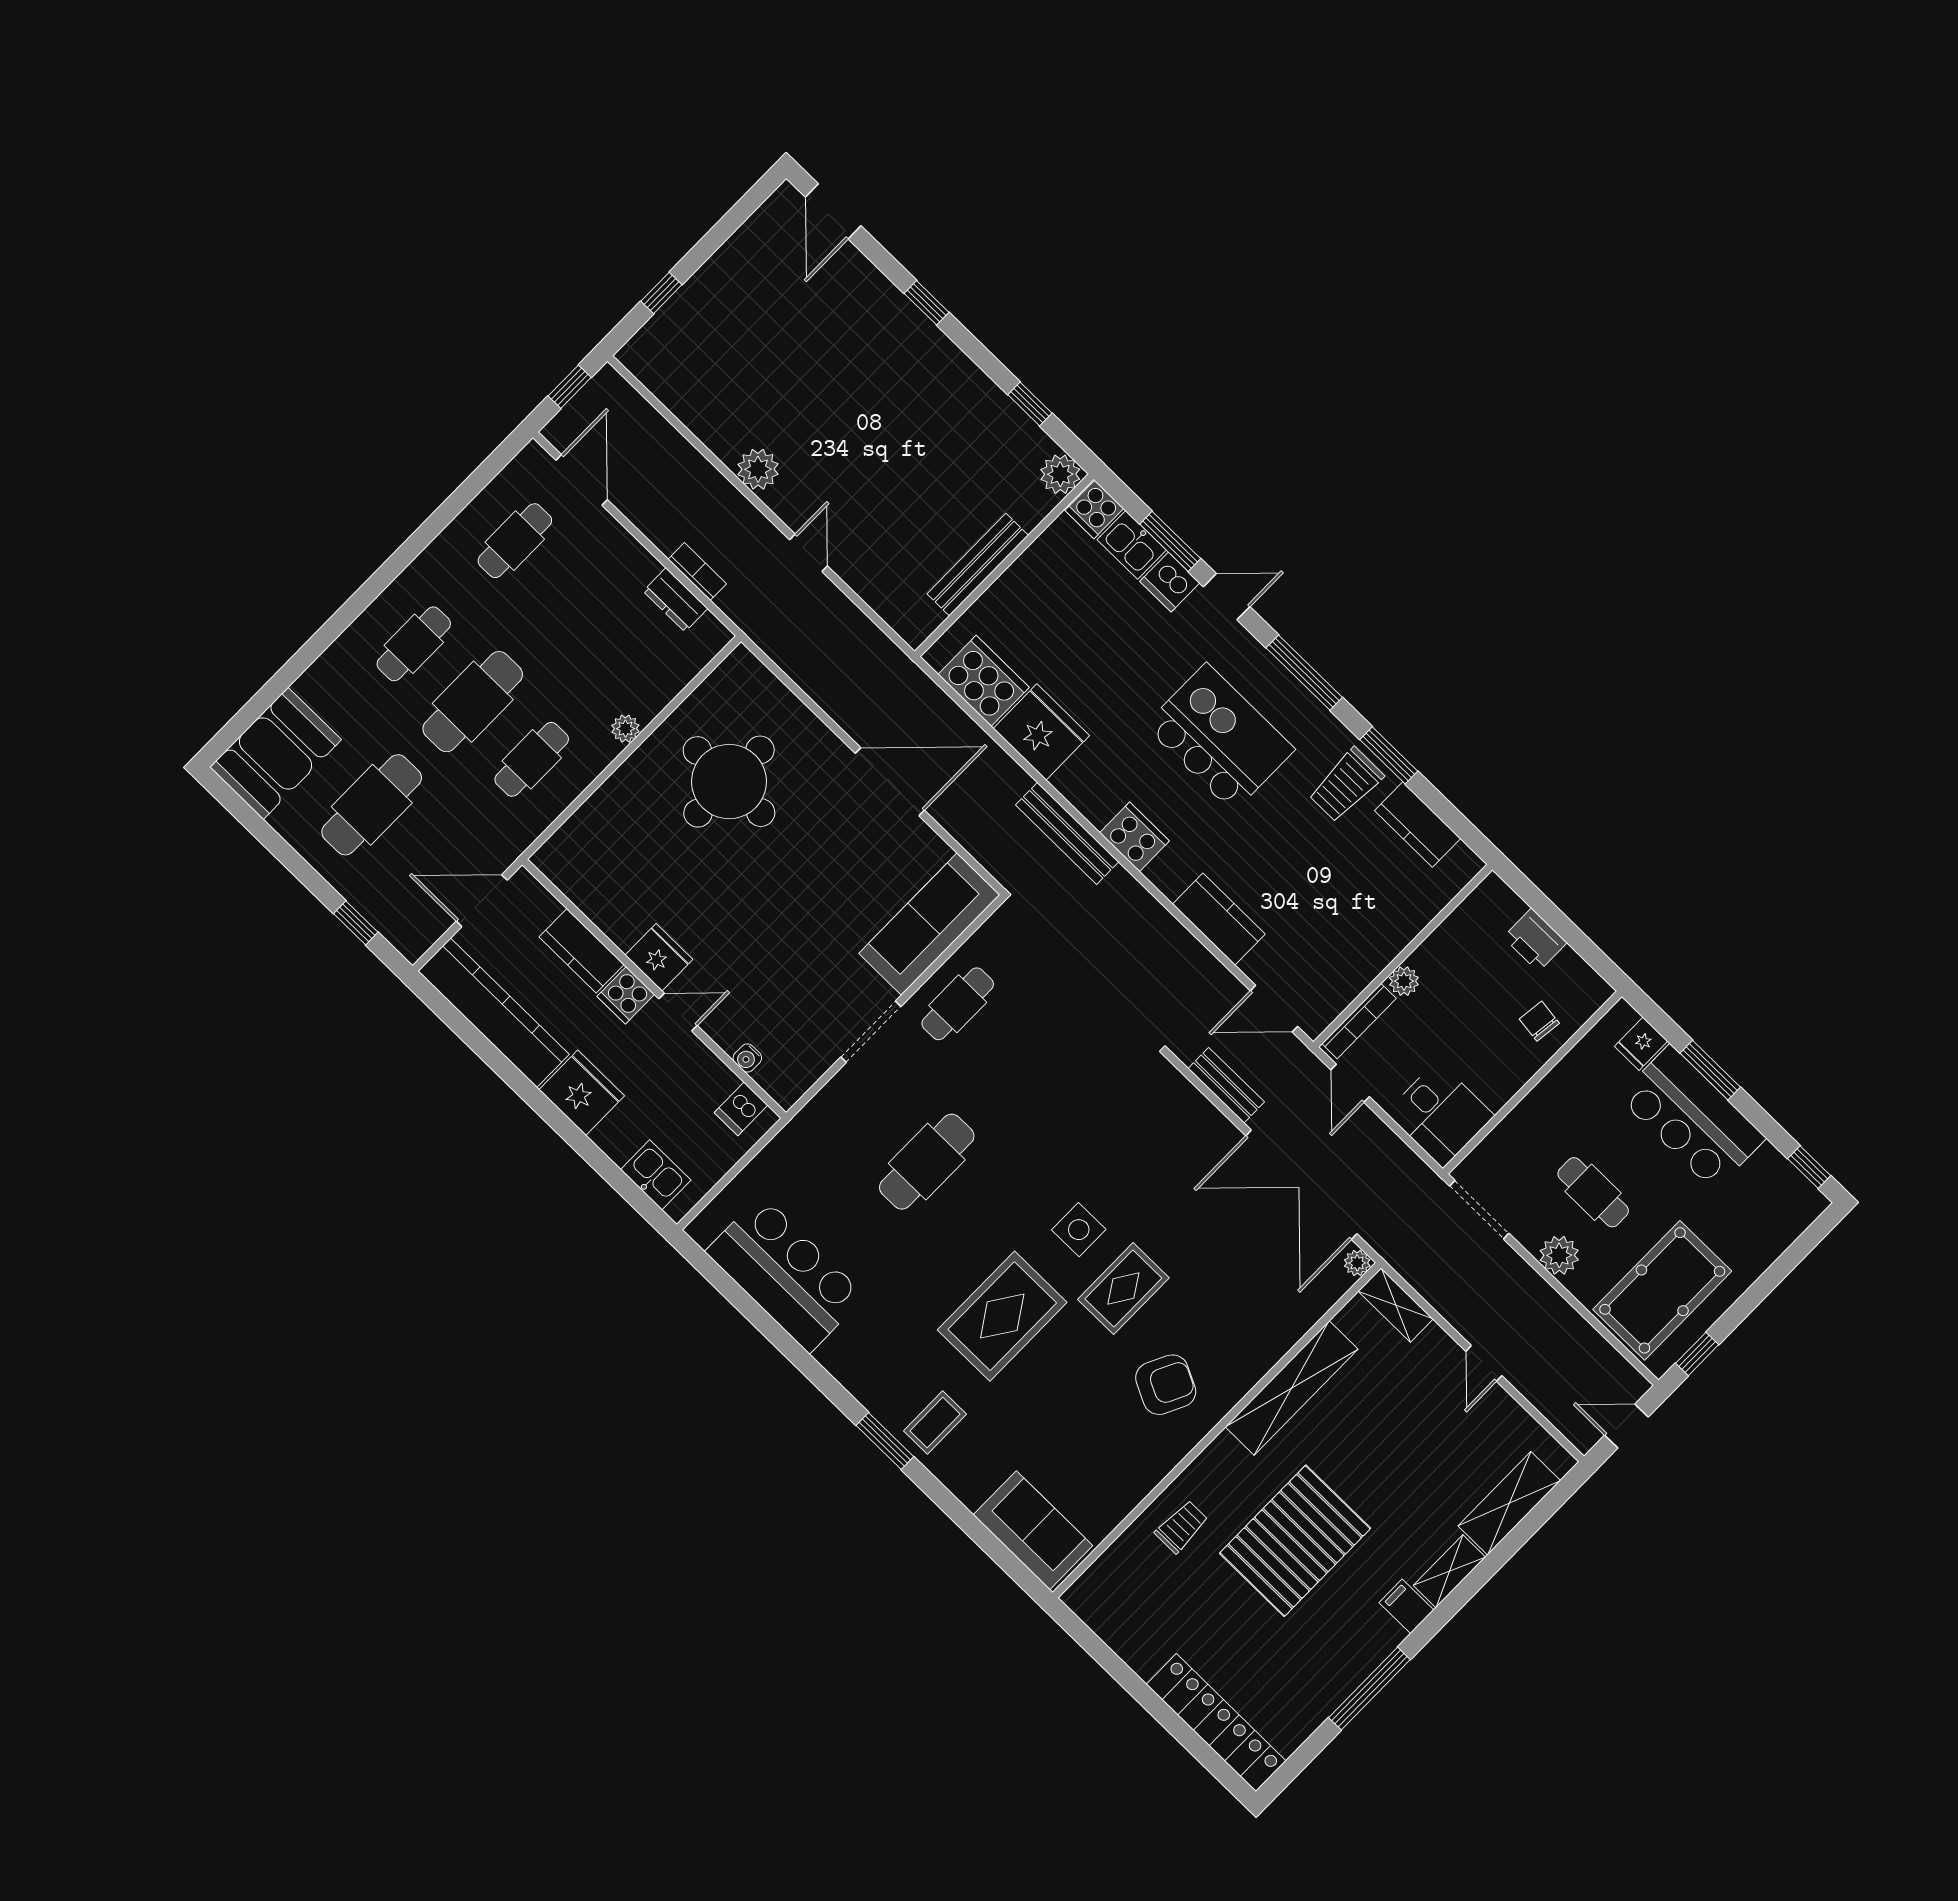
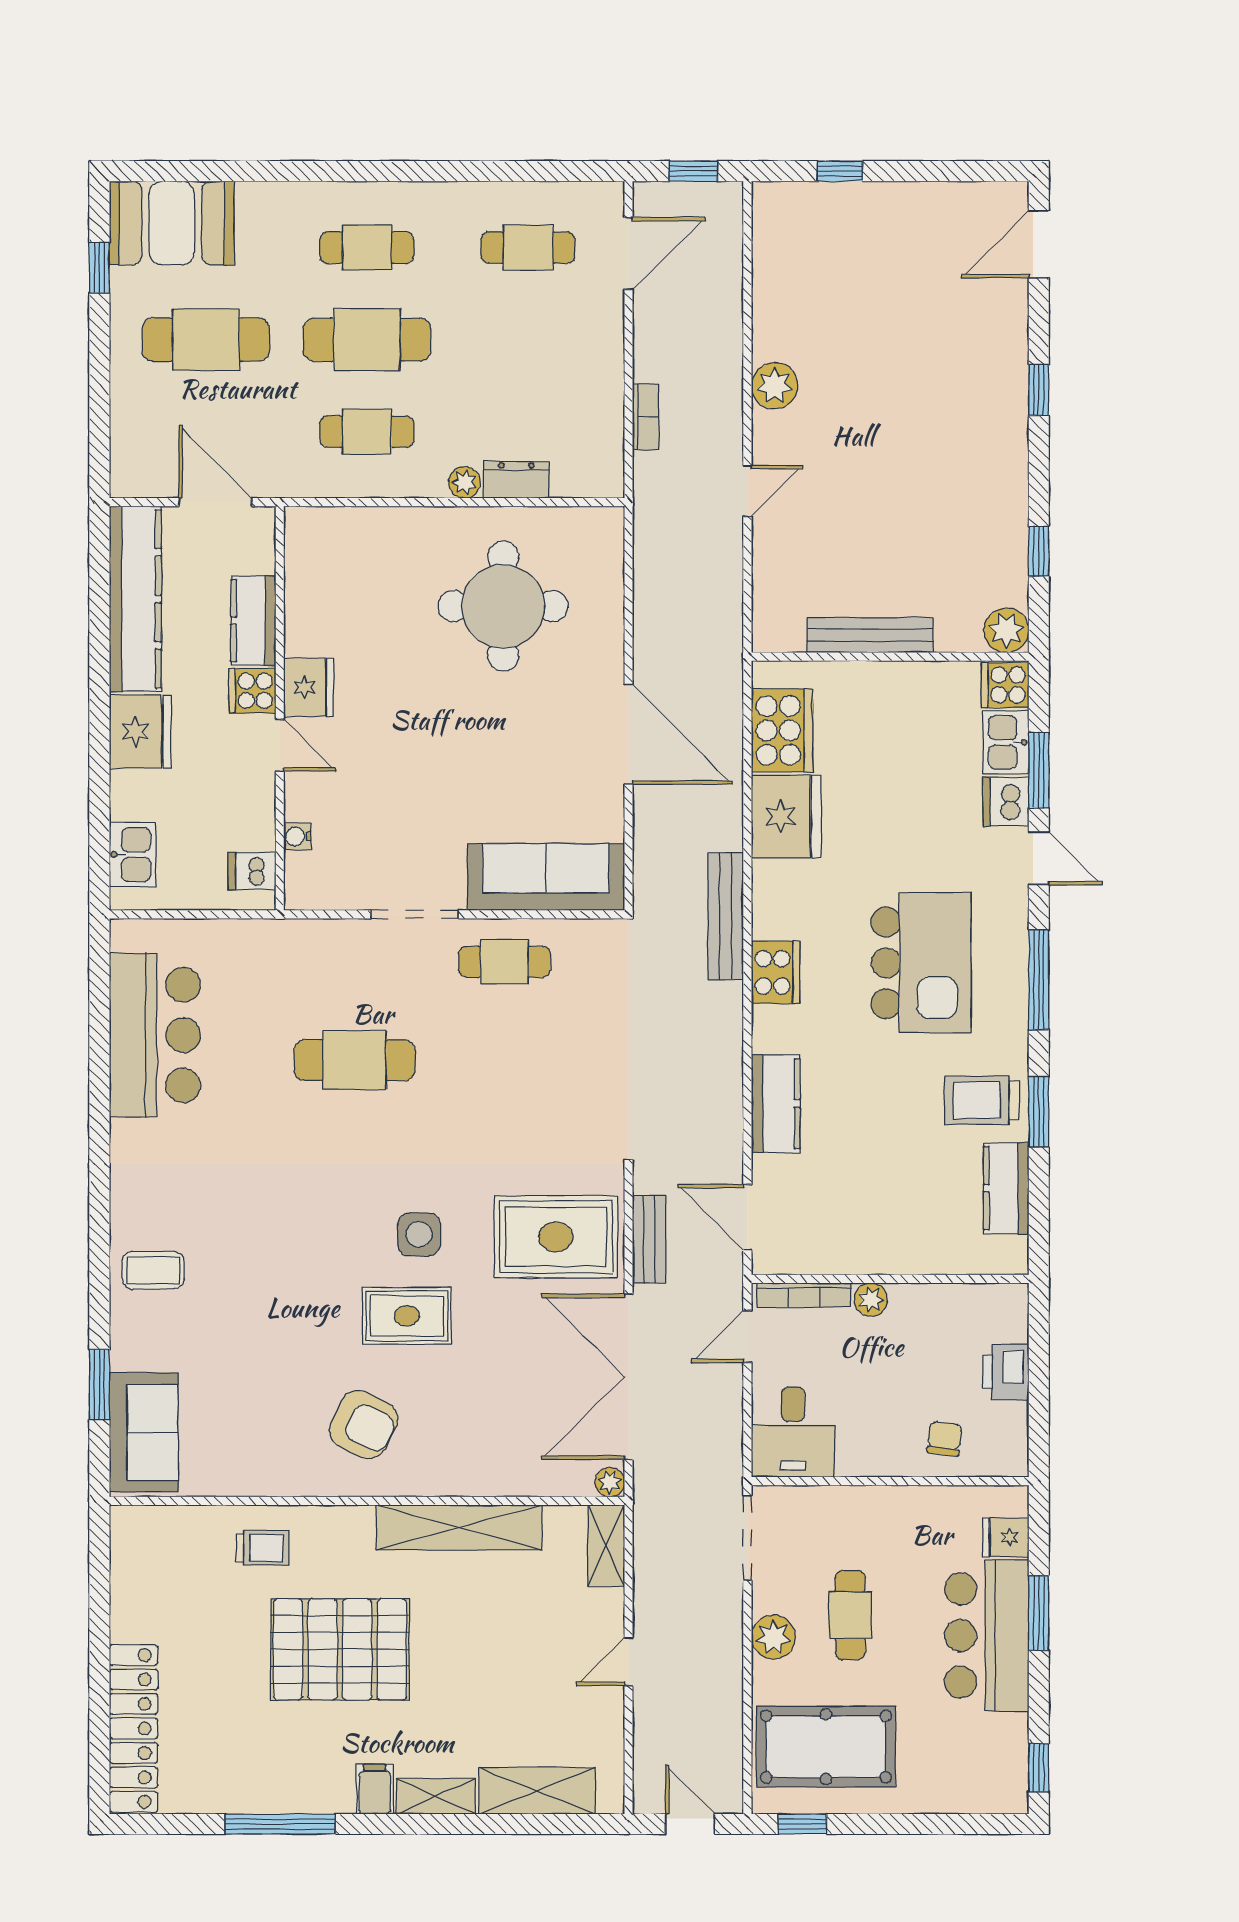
dresser: (675, 600) -> (516, 480), moved, turned 90
window: (356, 923) -> (99, 268), moved
rug: (1002, 1316) -> (556, 1237), moved
window: (885, 1441) -> (99, 1385), moved

